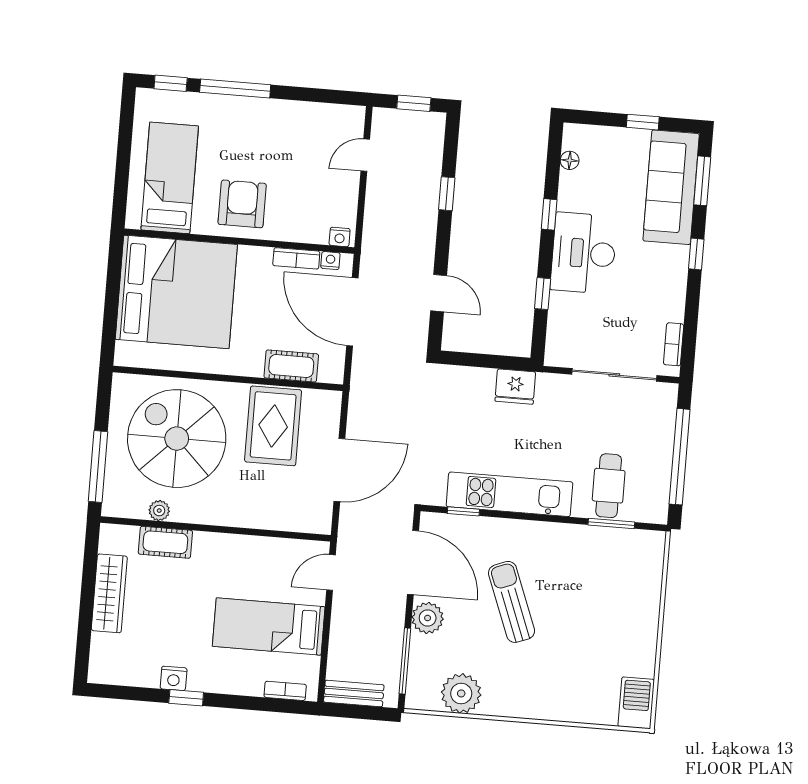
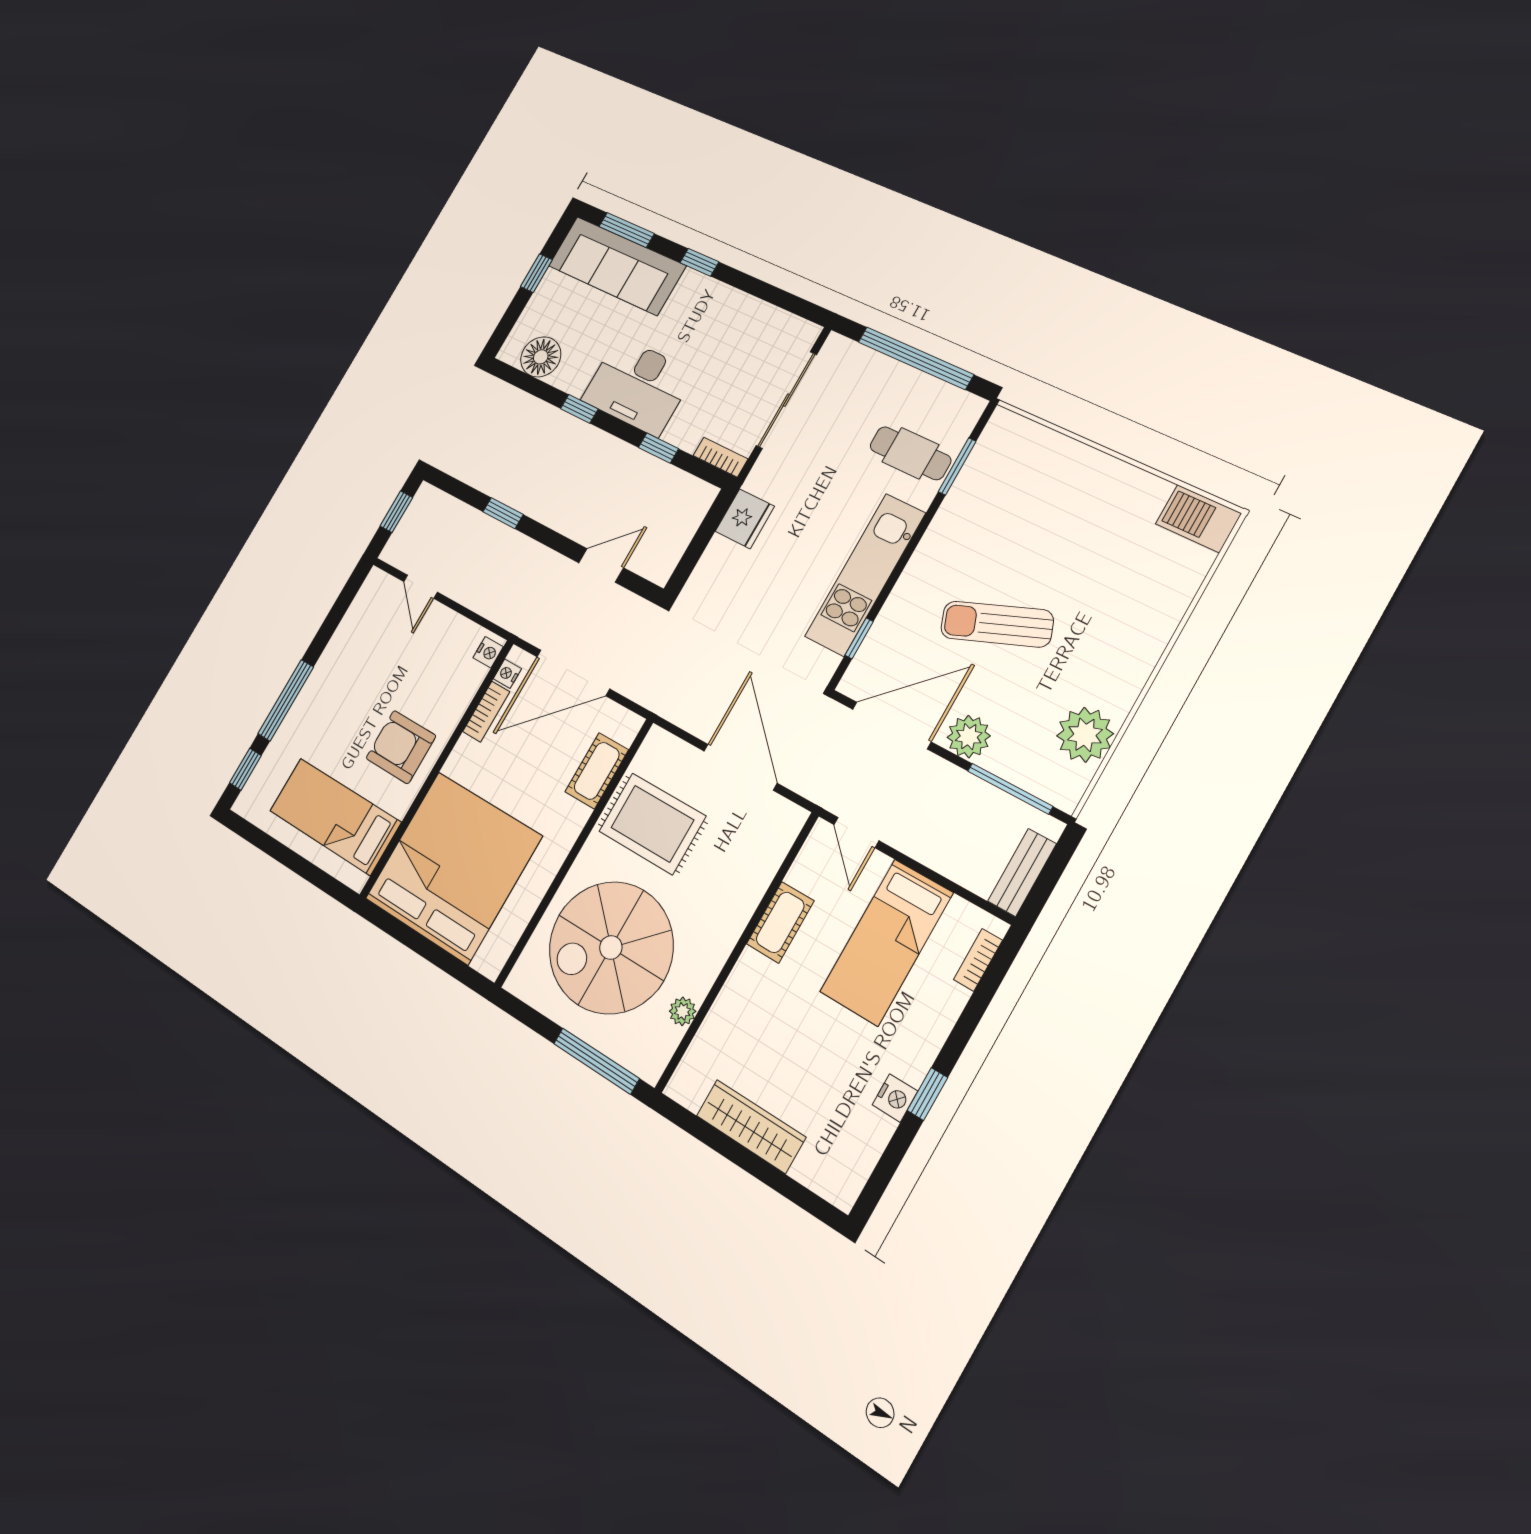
floor lamp: (570, 160) -> (541, 357), width x1.89, depth x1.89
bookcase: (674, 344) -> (721, 457), moved, turned 180
cot: (165, 542) -> (780, 922), moved

